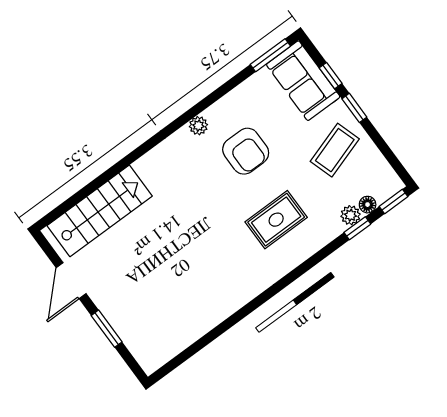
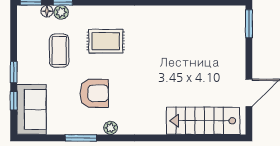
window: (270, 55) -> (81, 138), moved
coffee table: (335, 150) -> (59, 51), moved, turned -72
armchair: (246, 151) -> (94, 93), turned 90
window: (107, 329) -> (249, 24), moved

